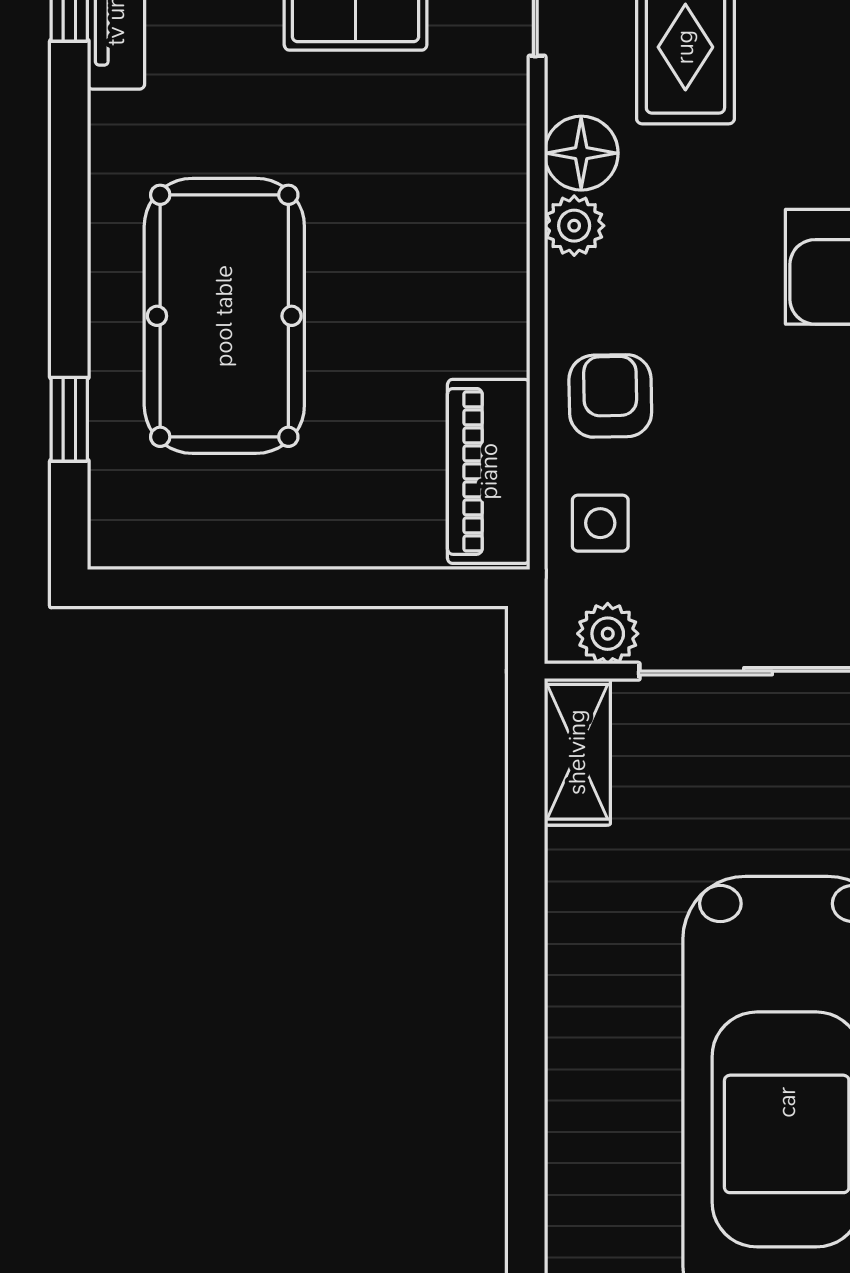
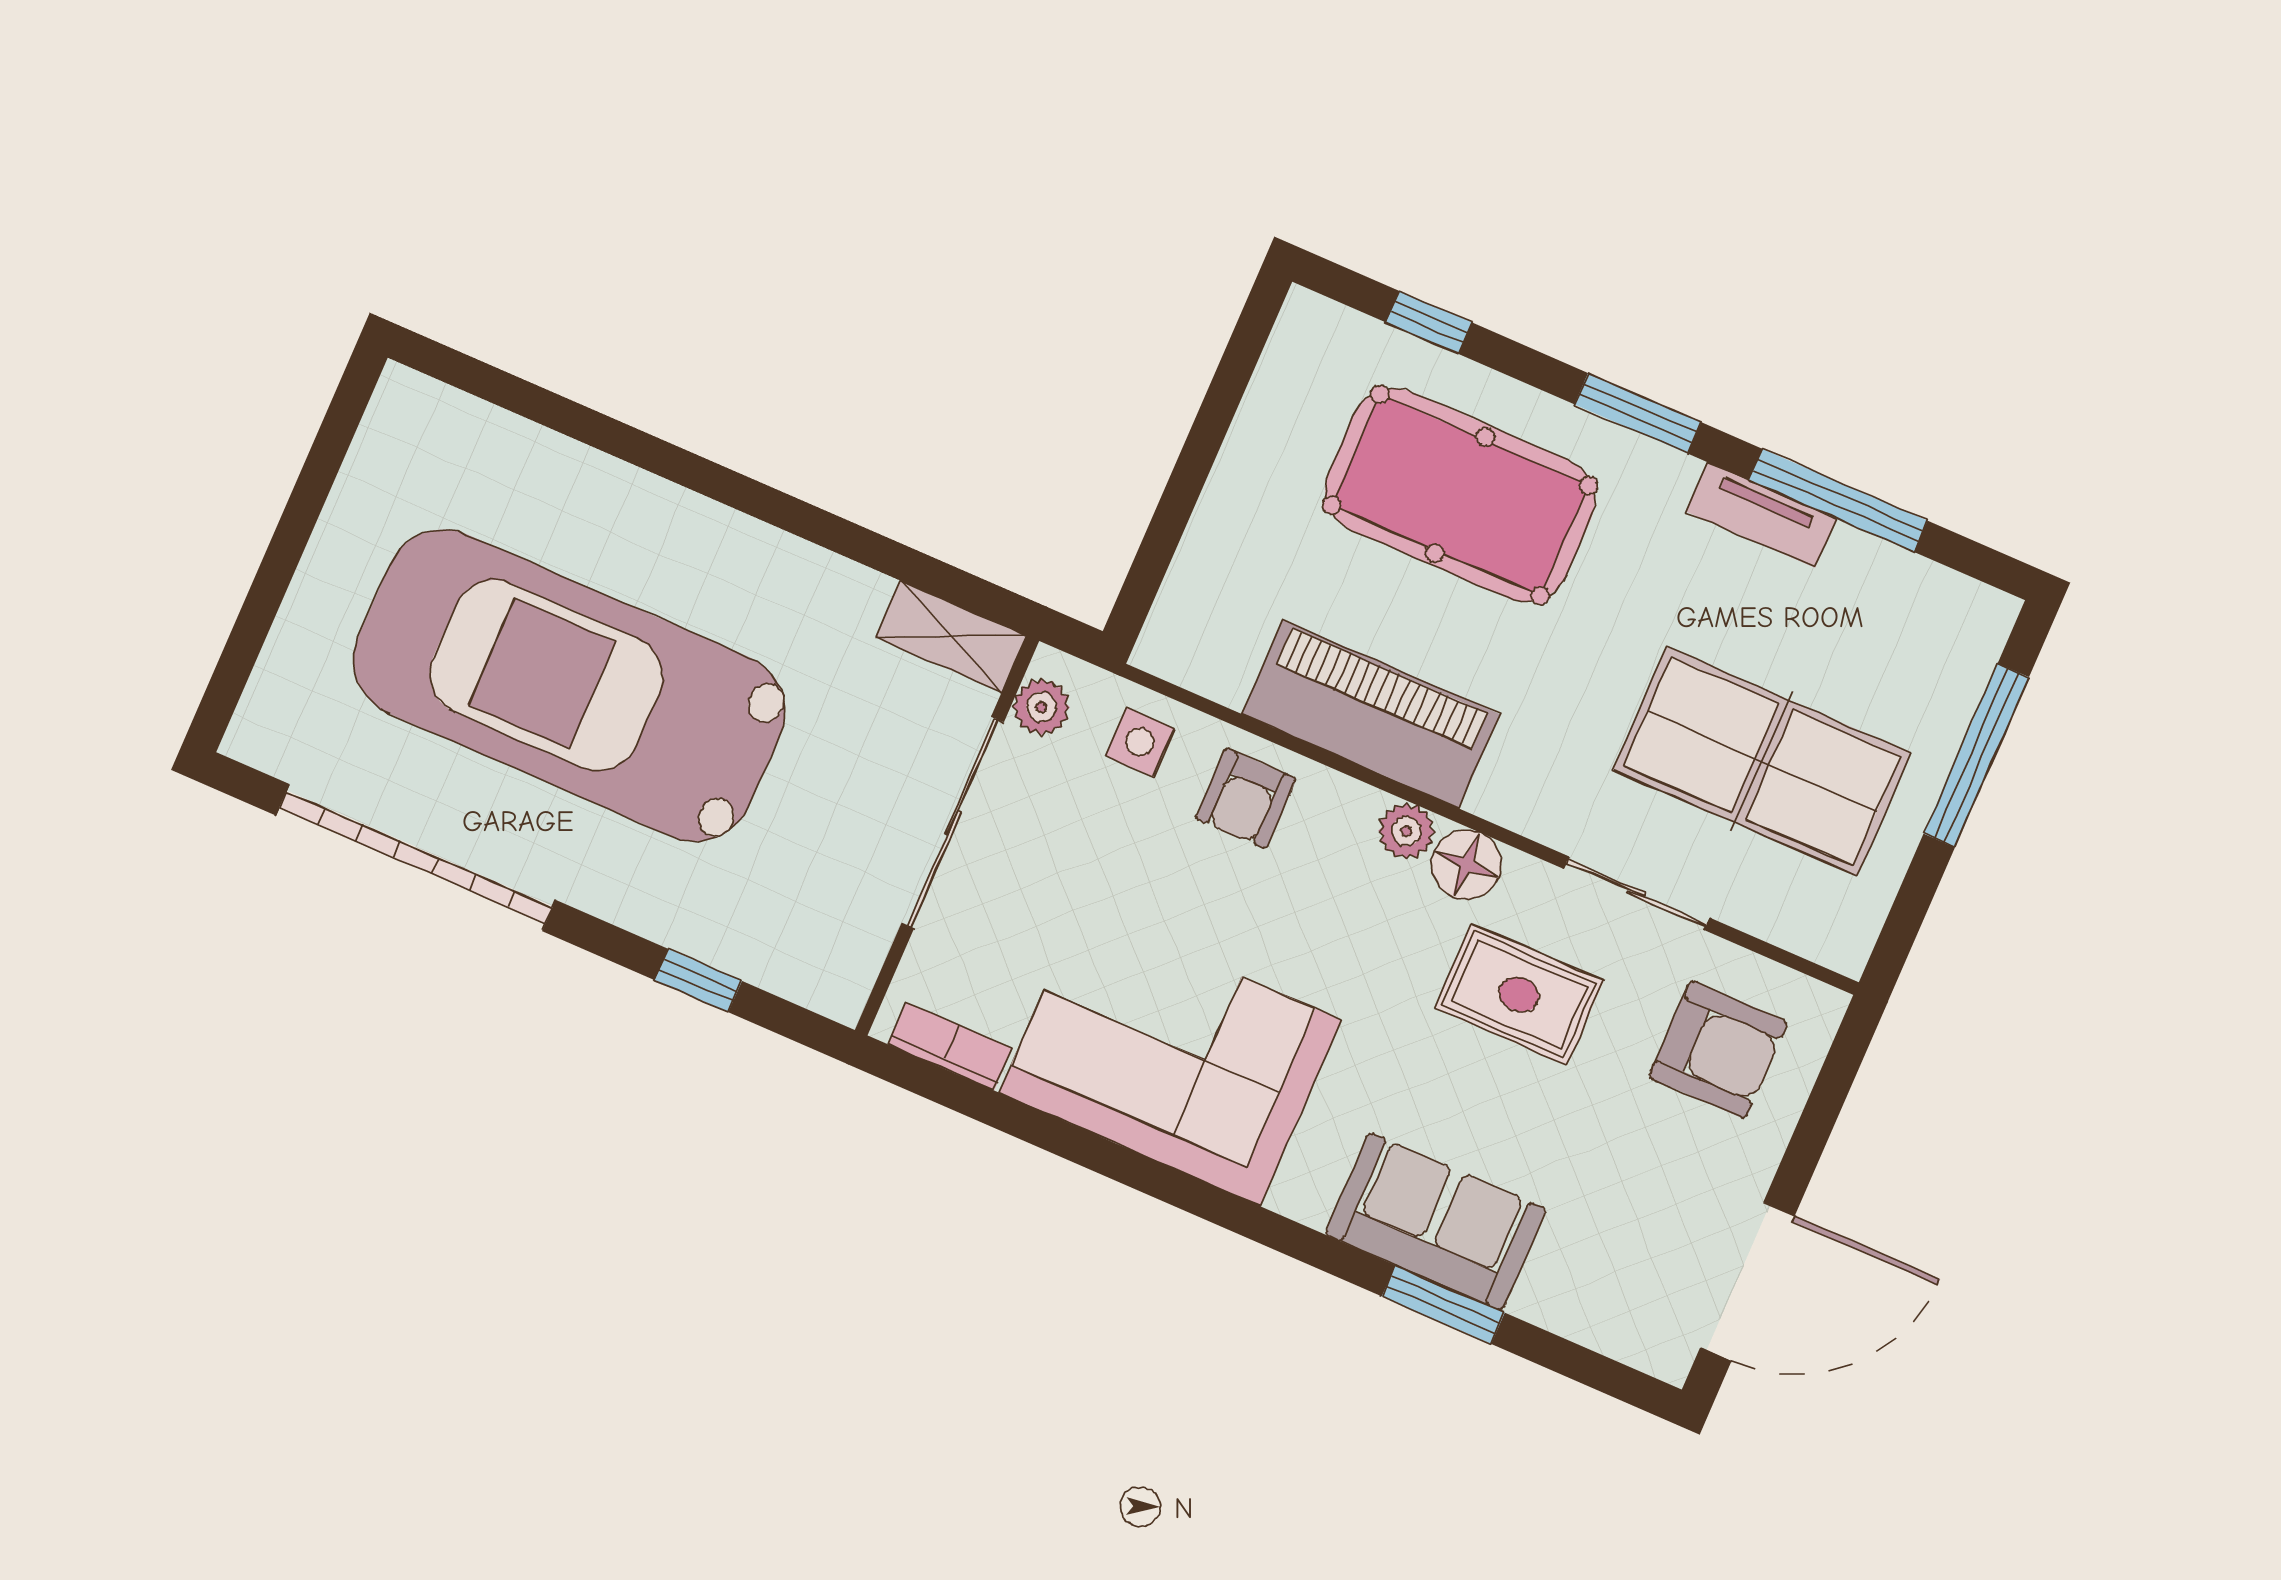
window: (69, 177) -> (1638, 413), added
armchair: (610, 396) -> (1246, 798), turned 91
piano: (489, 471) -> (1371, 714), moved, width x1.37, depth x1.33

